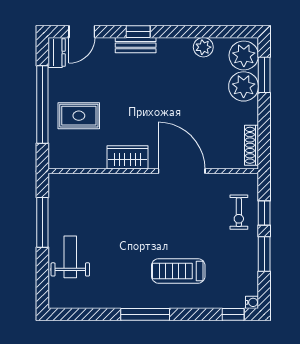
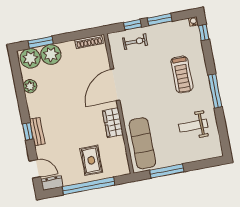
exercise mat: (89, 195) -> (142, 143), added
weight bench: (70, 257) -> (193, 126), moved

